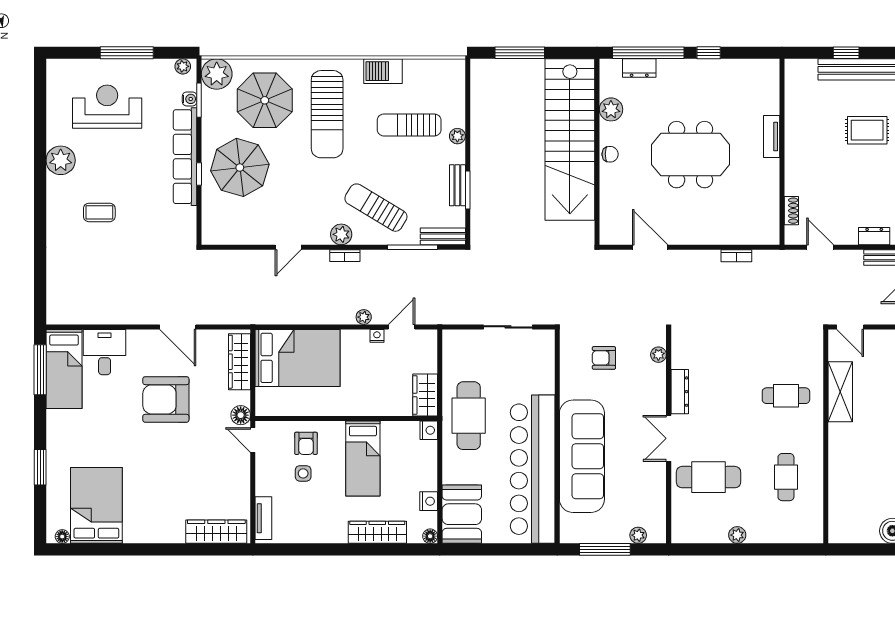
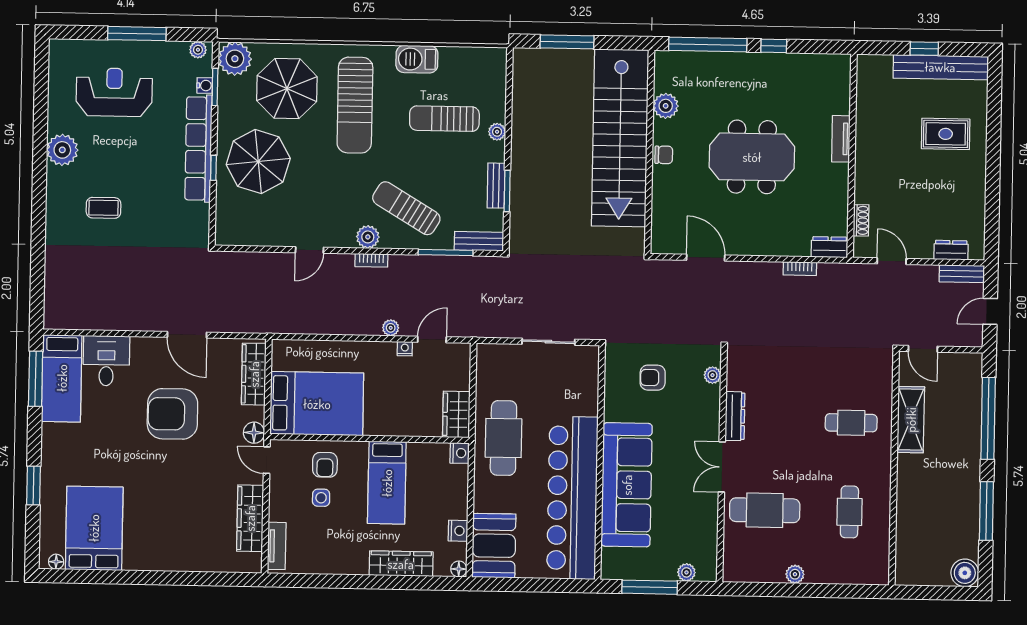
dresser: (639, 68) -> (829, 247), moved, turned 180
bed: (297, 358) -> (317, 404), moved
wardrobe: (216, 532) -> (250, 518), moved, turned -90

